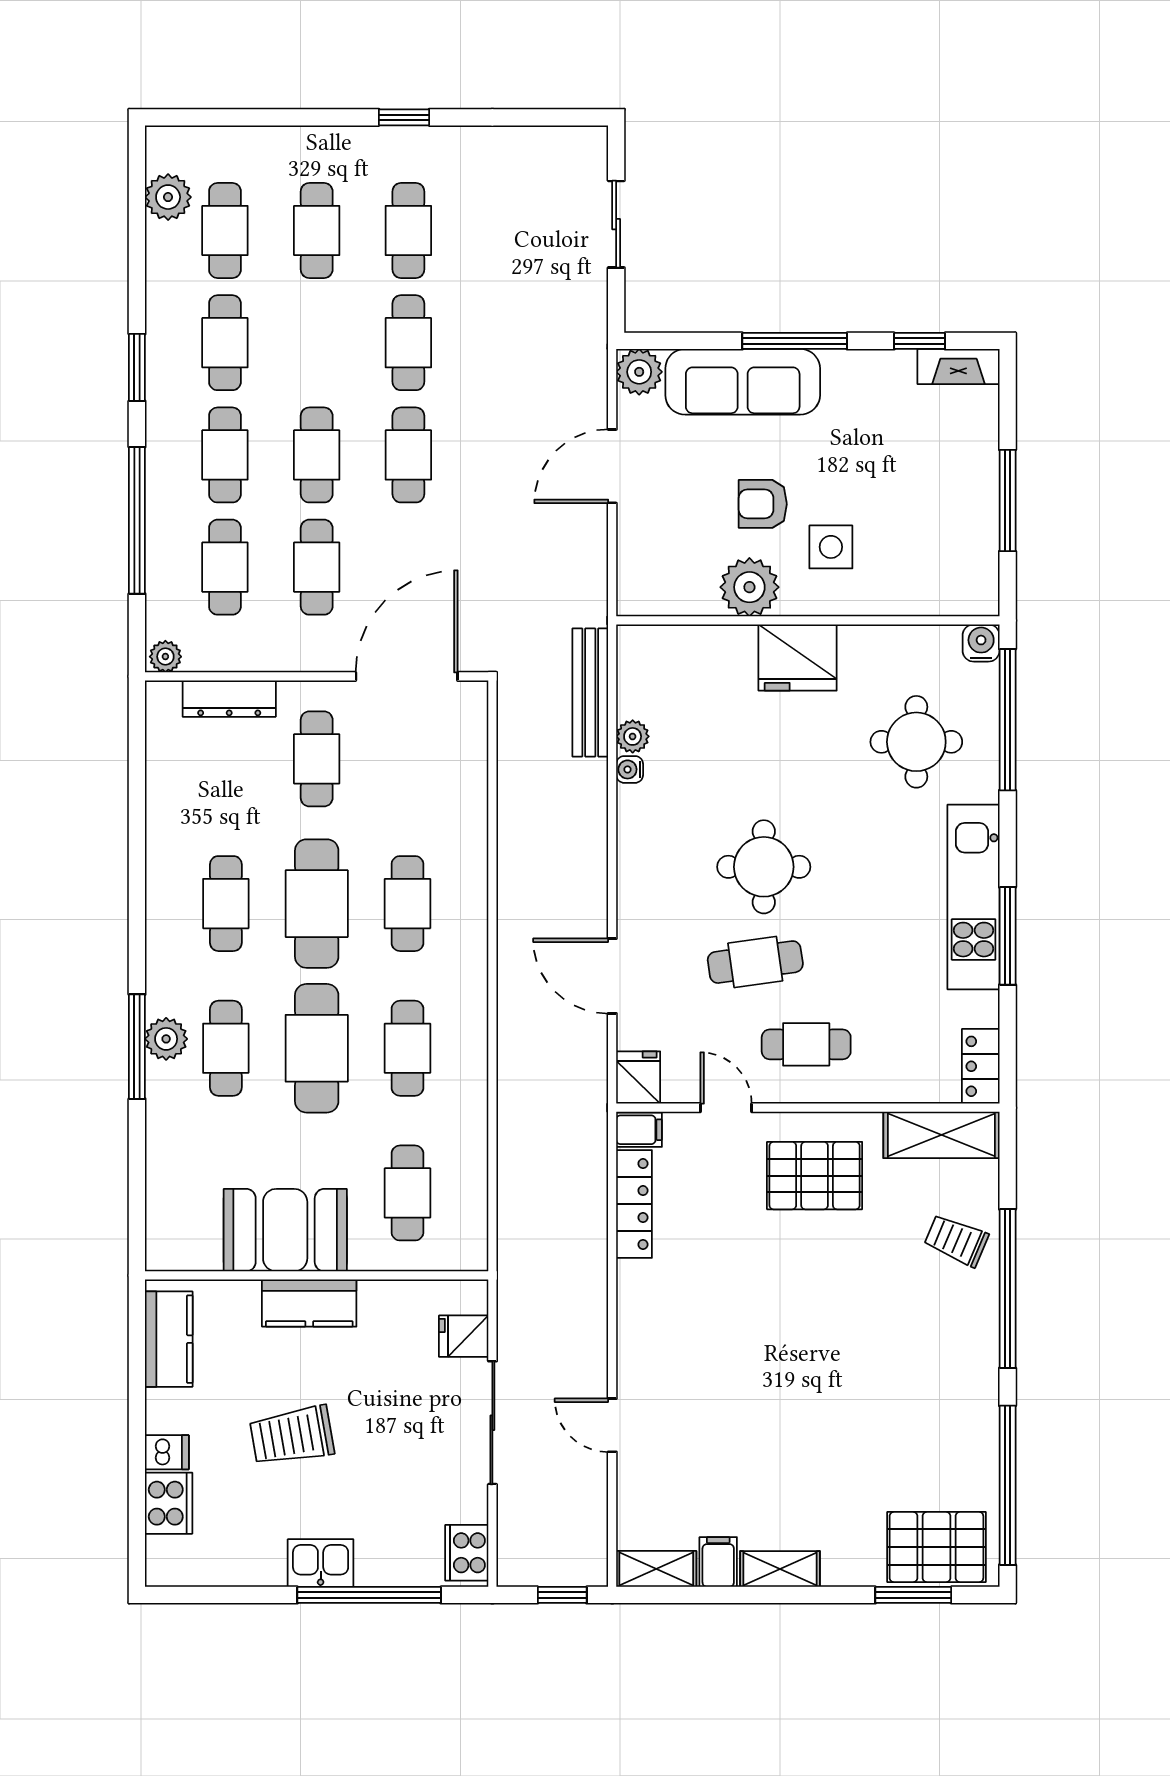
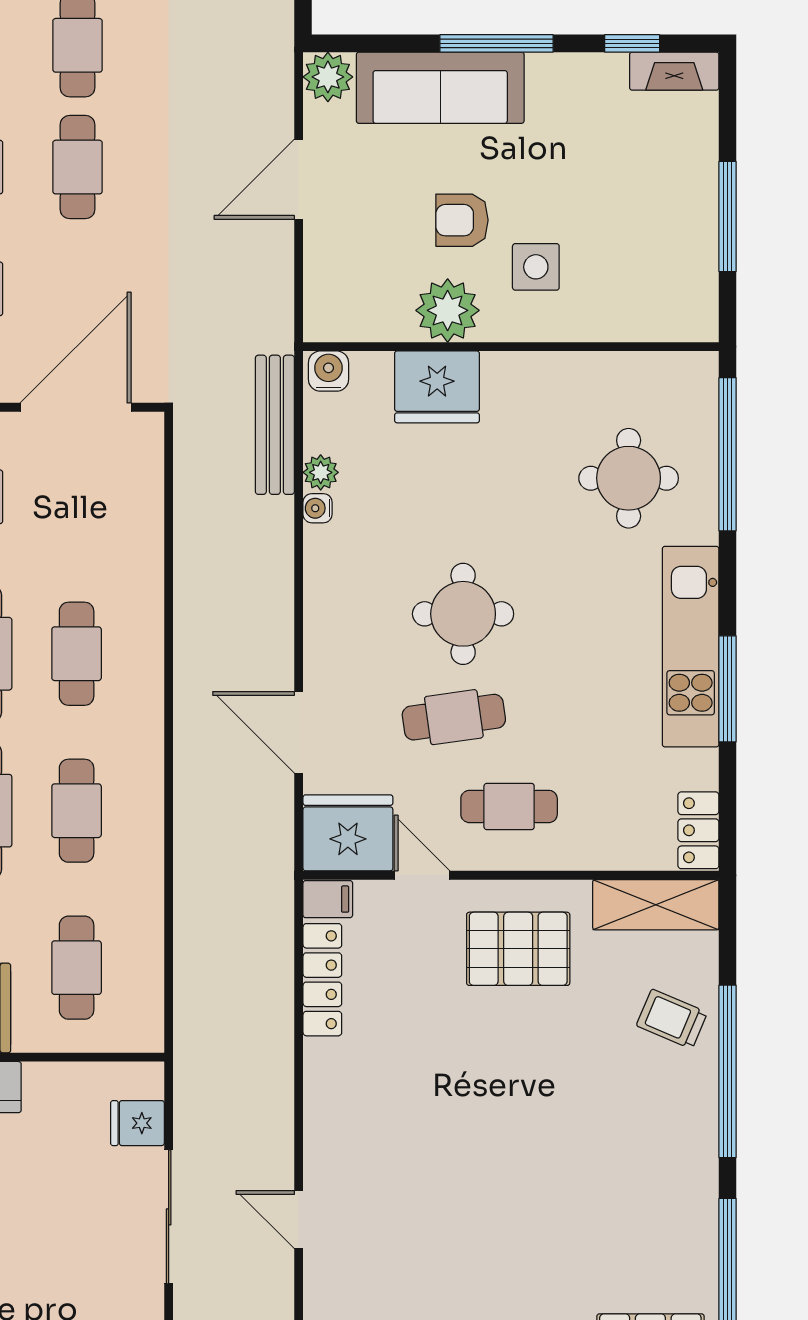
water cooler: (981, 643) -> (328, 371), moved
fridge: (798, 658) -> (437, 387), moved
fridge: (638, 1078) -> (348, 833), width x1.88, depth x1.34

